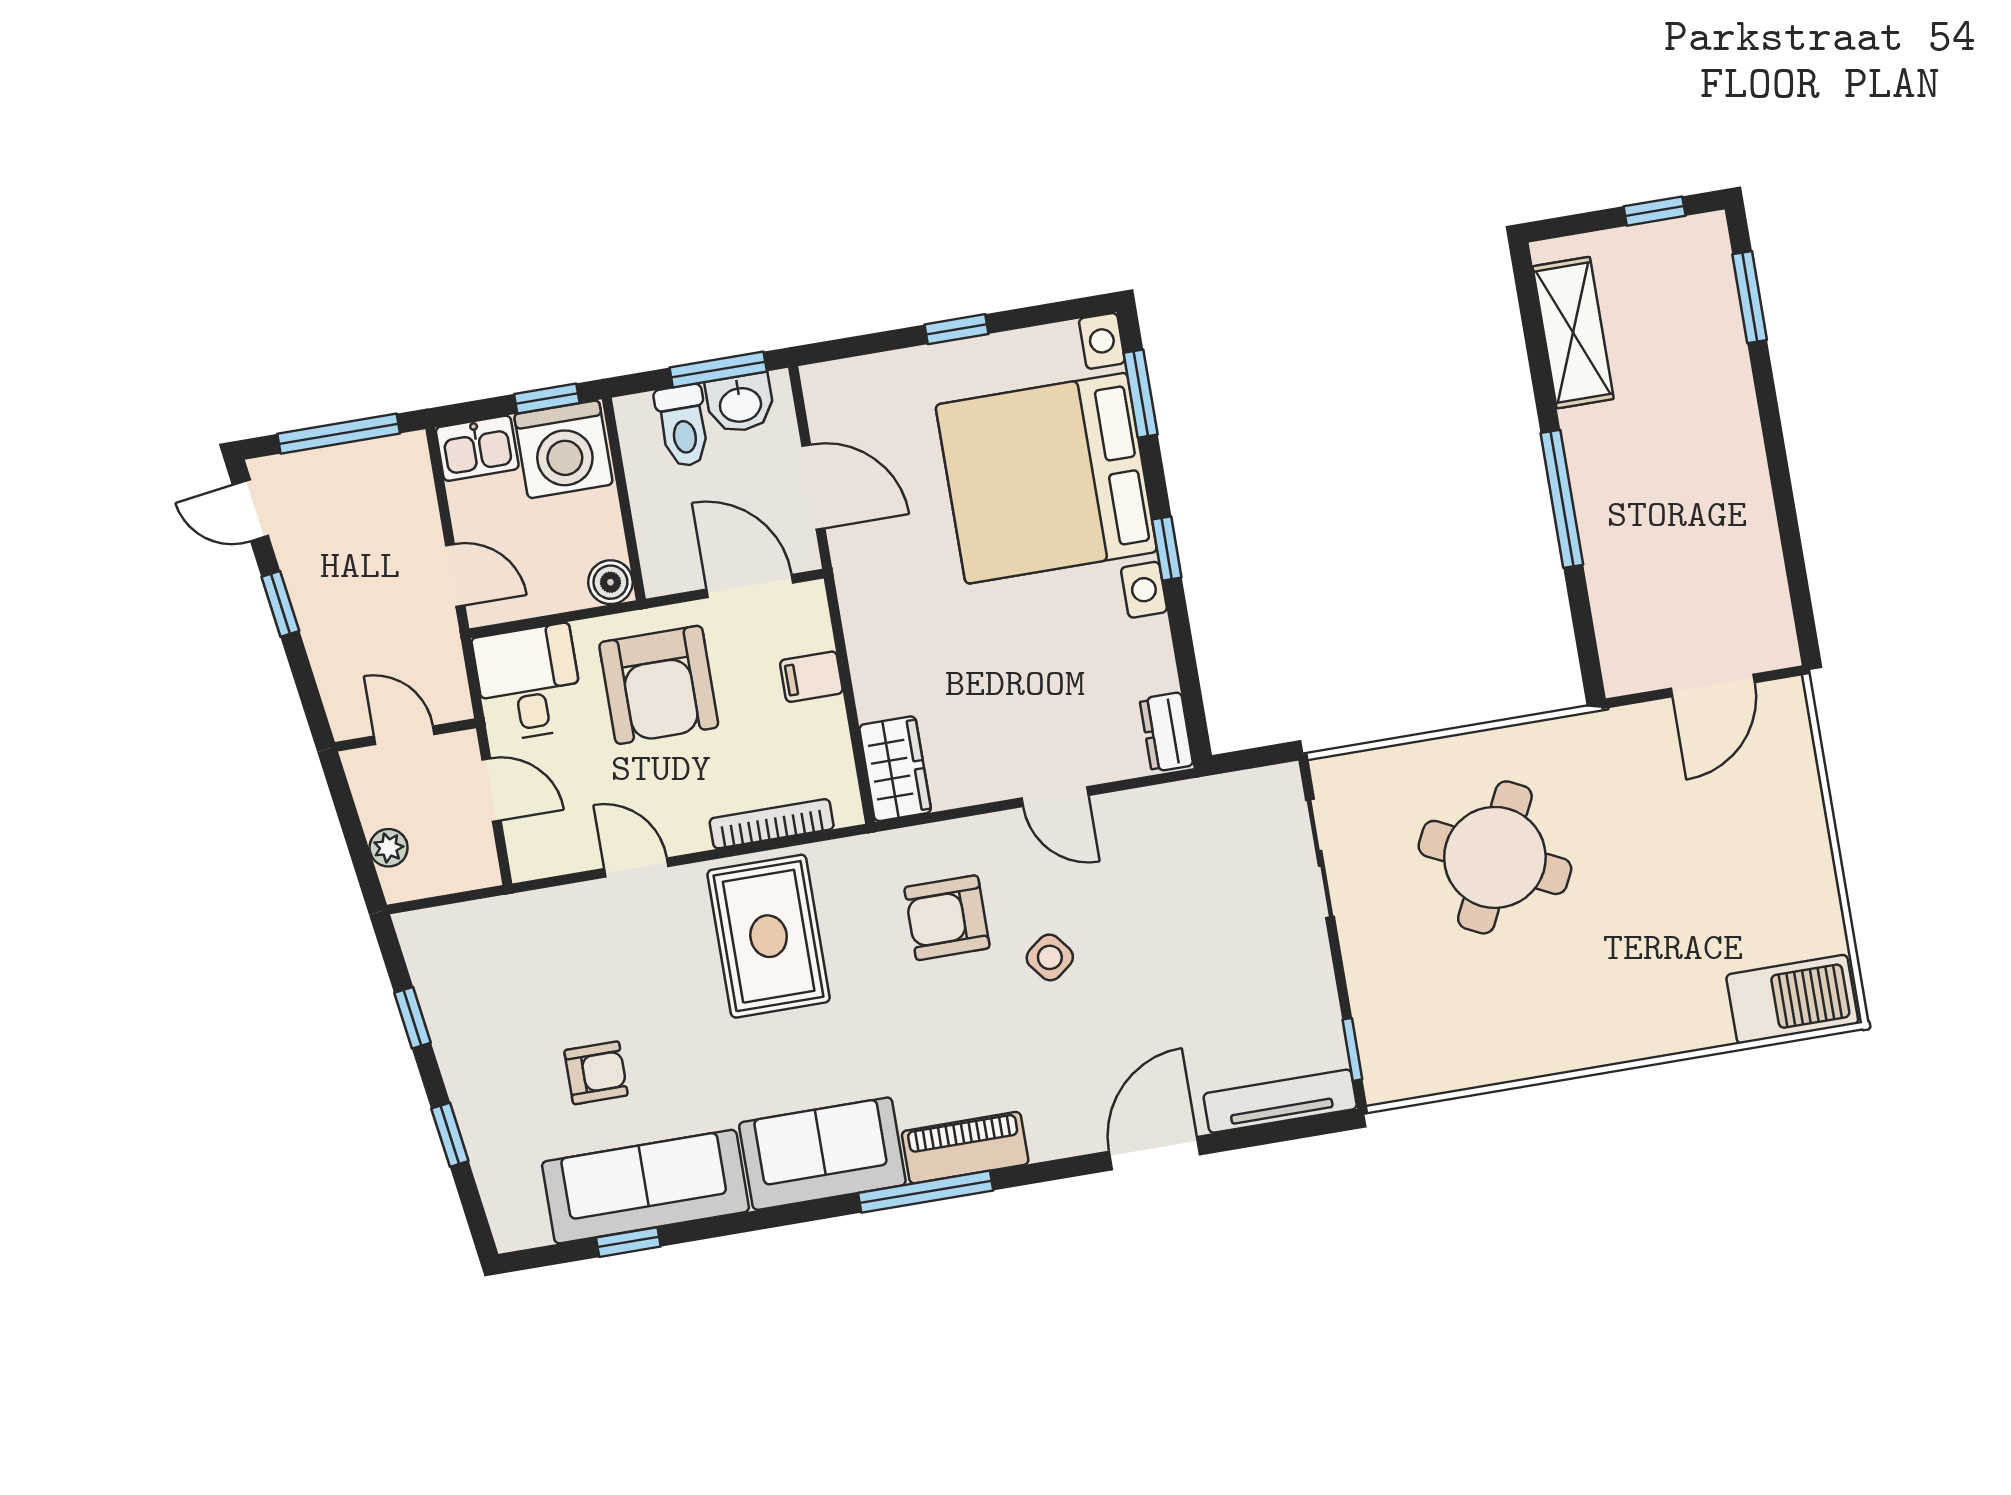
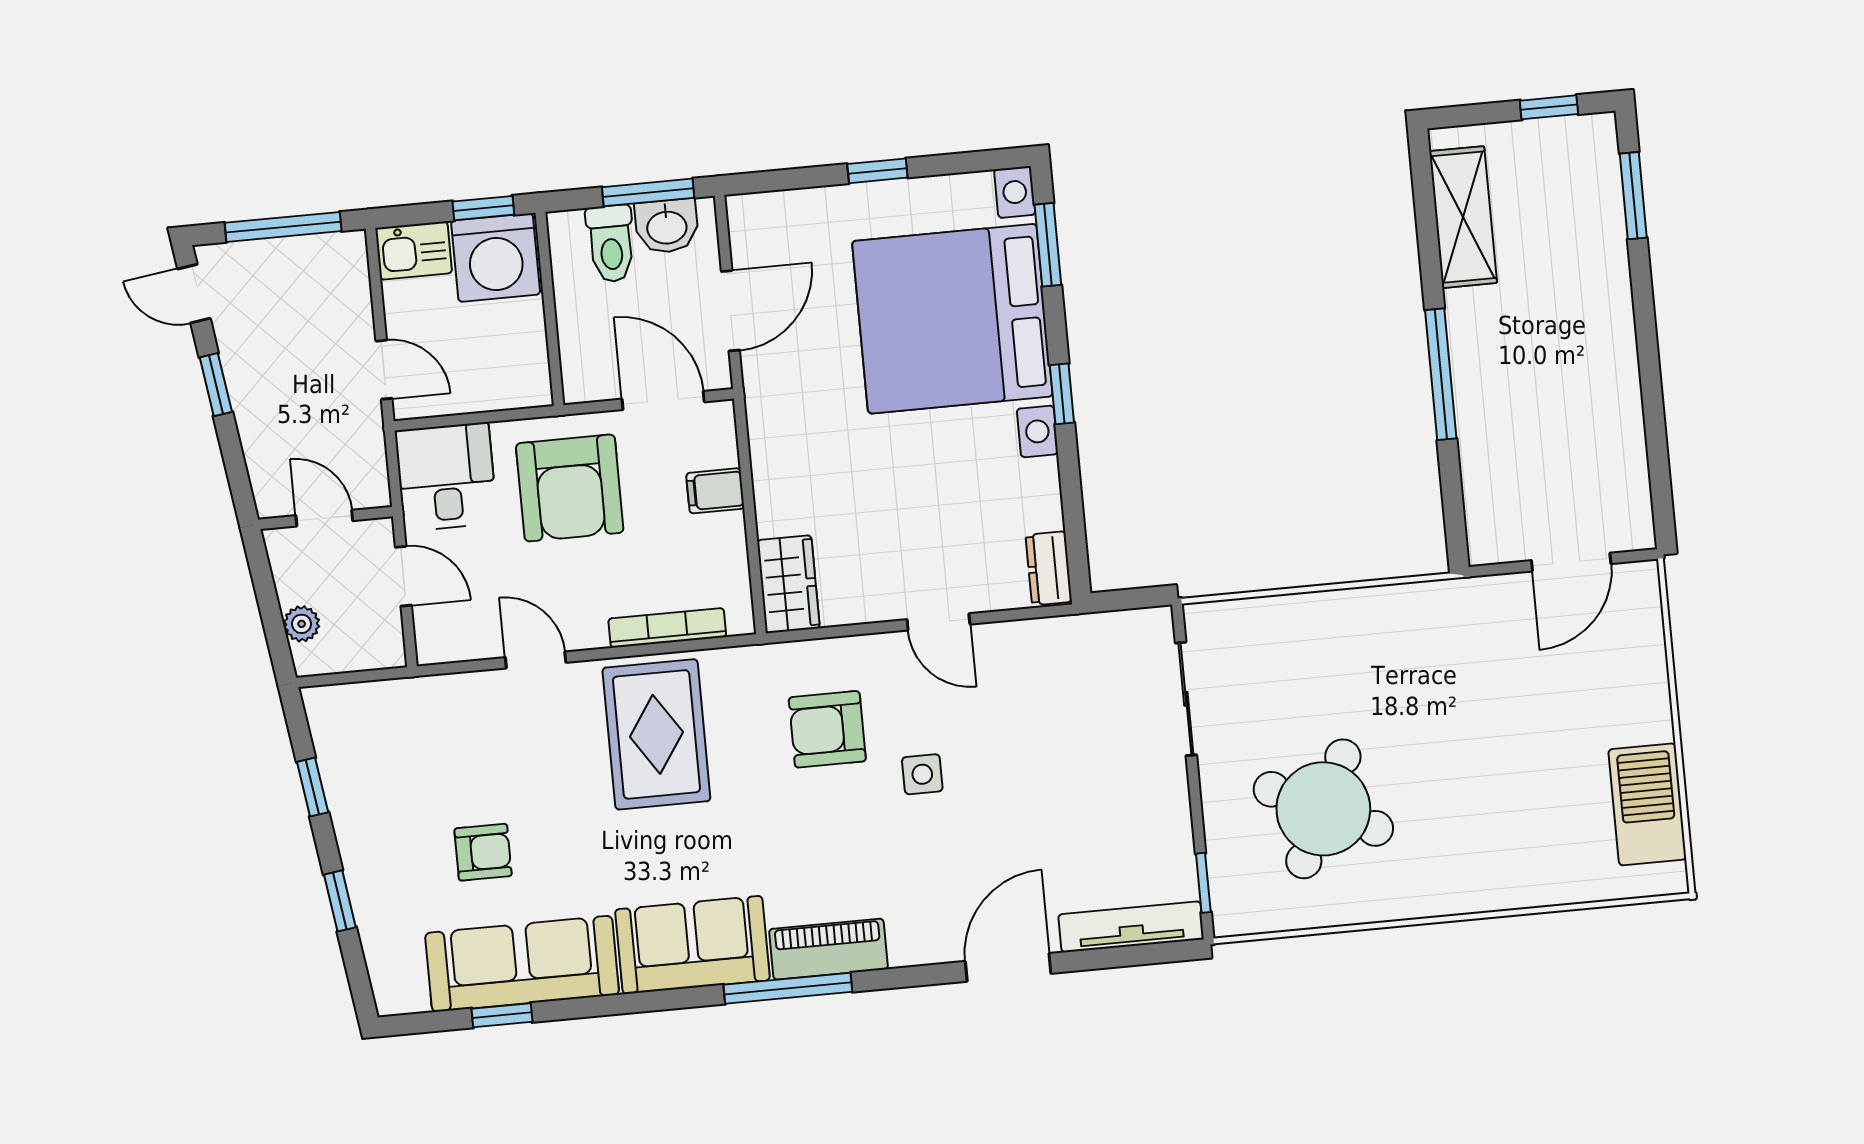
door: (813, 487) -> (730, 311), hinge flipped
boiler: (610, 582) -> (531, 387), removed
round table: (1495, 857) -> (1323, 809), moved
side table: (1050, 957) -> (922, 774), turned 38
barbecue: (1792, 999) -> (1647, 804), moved, turned -90

